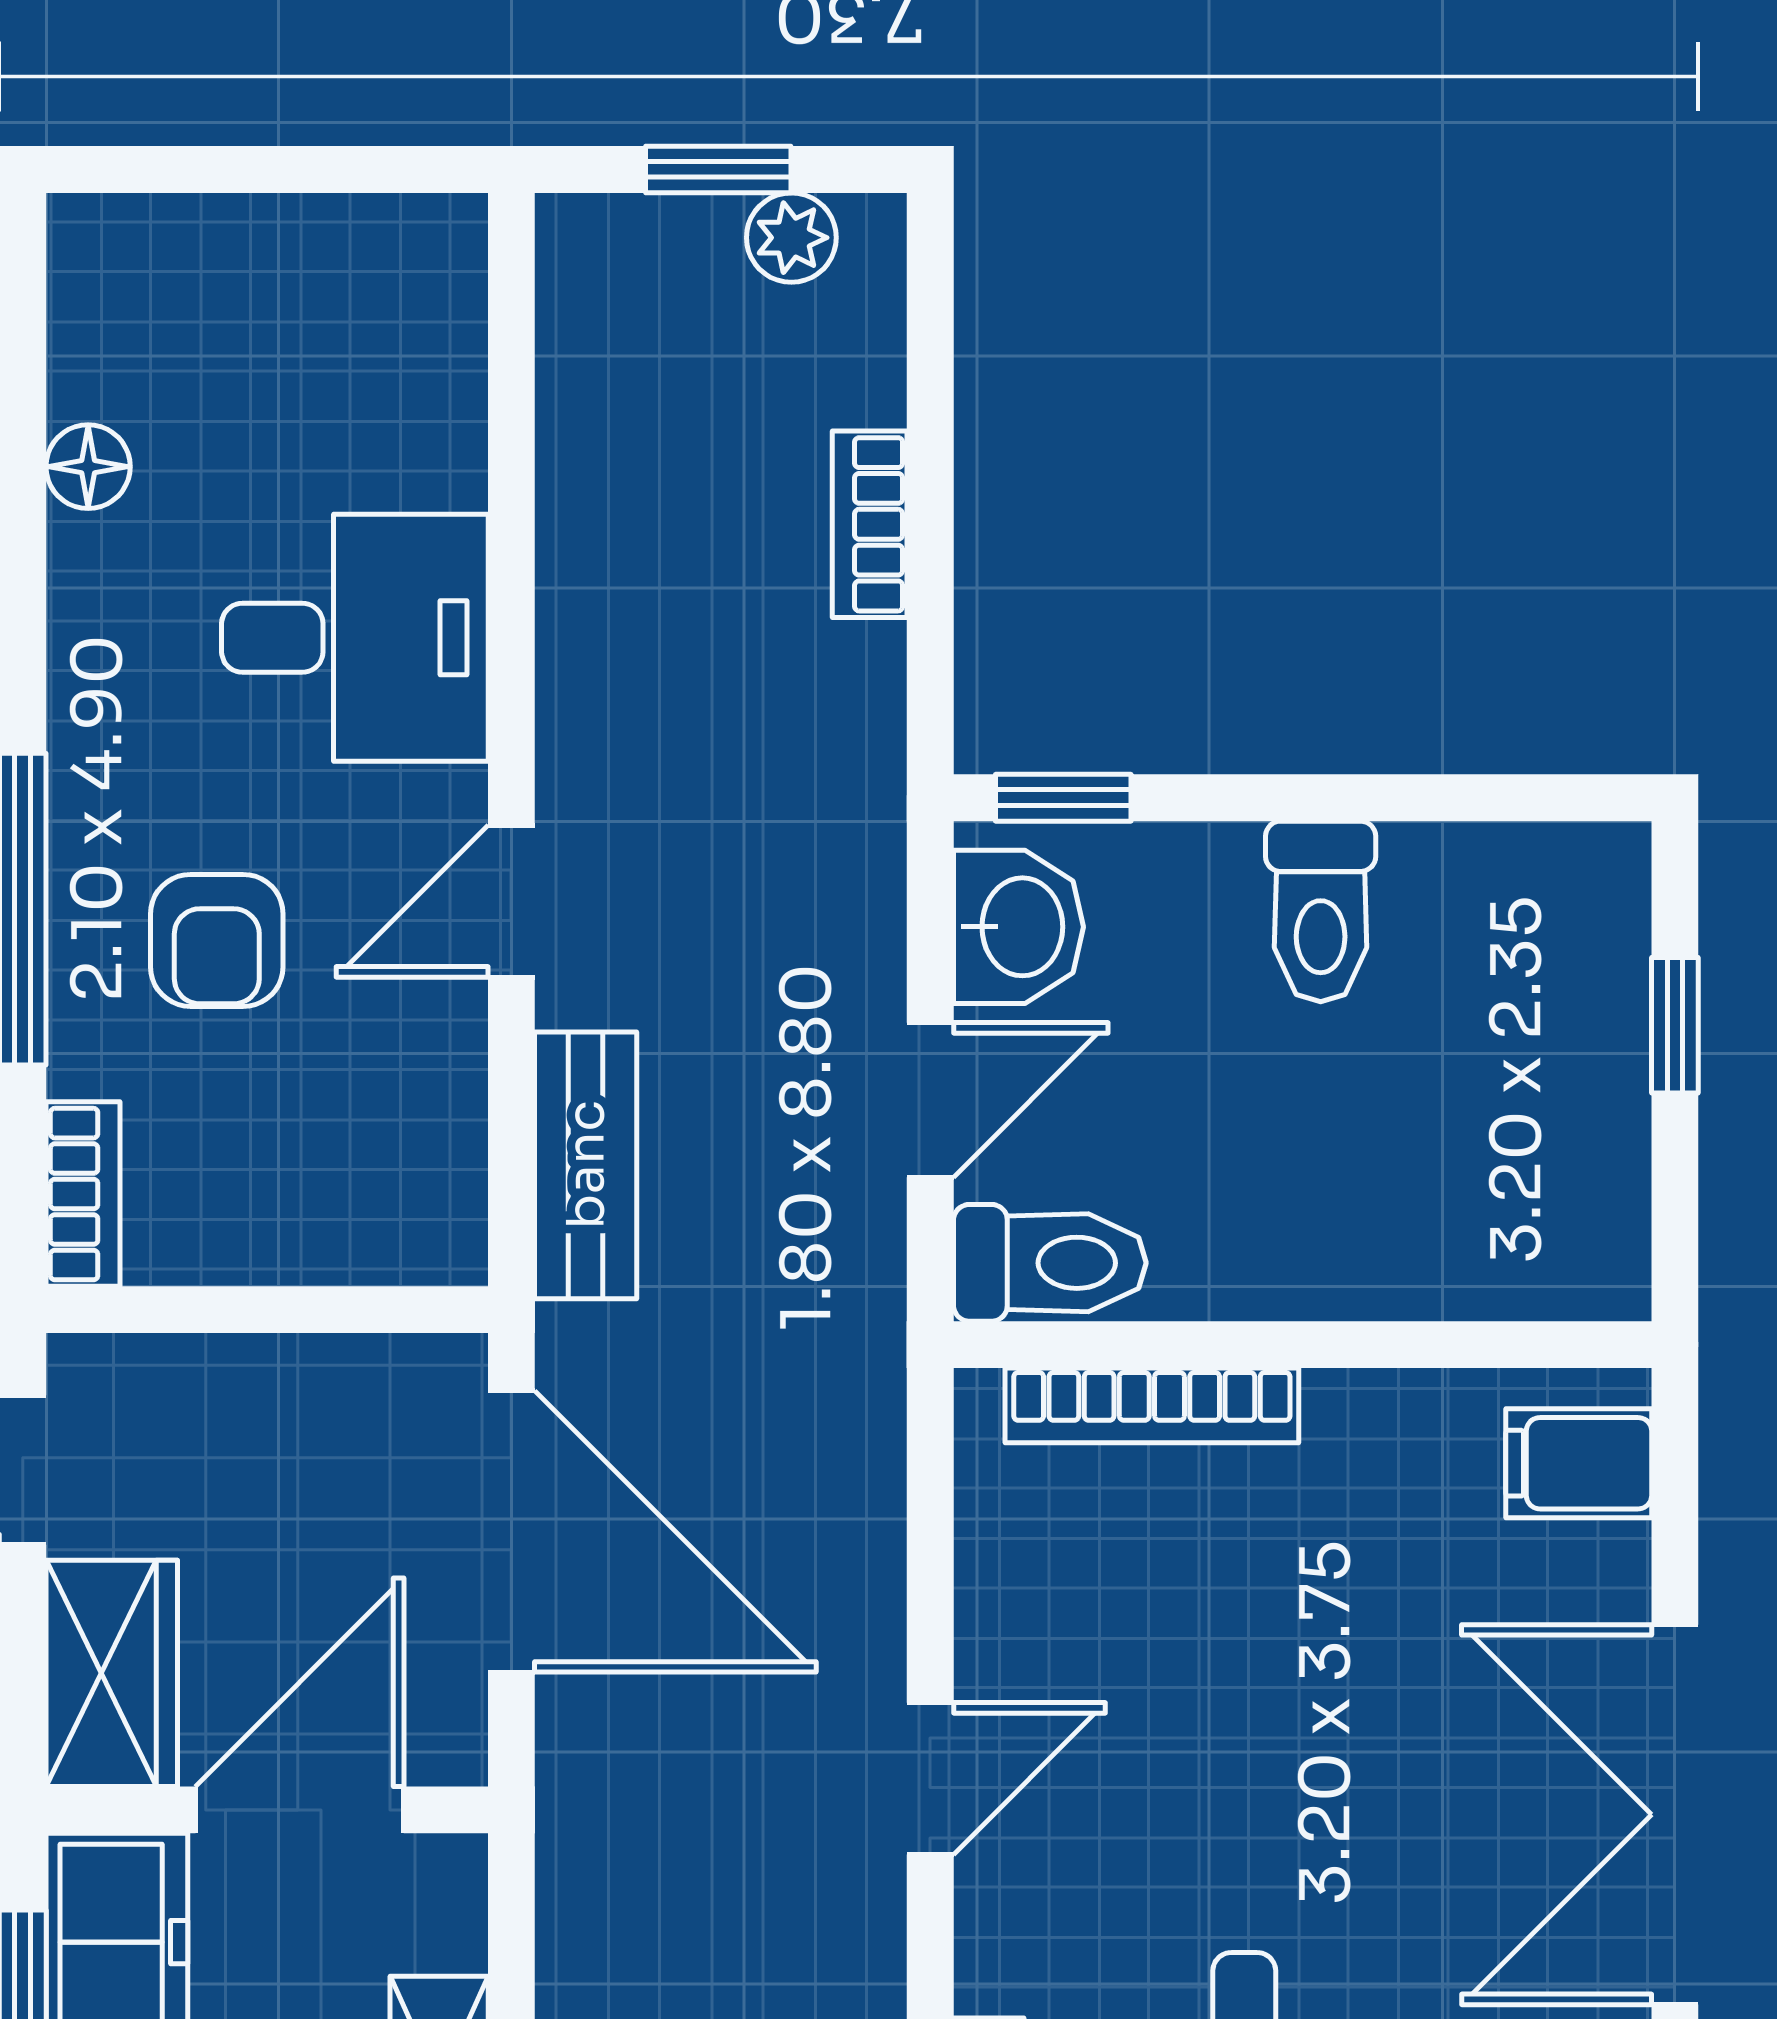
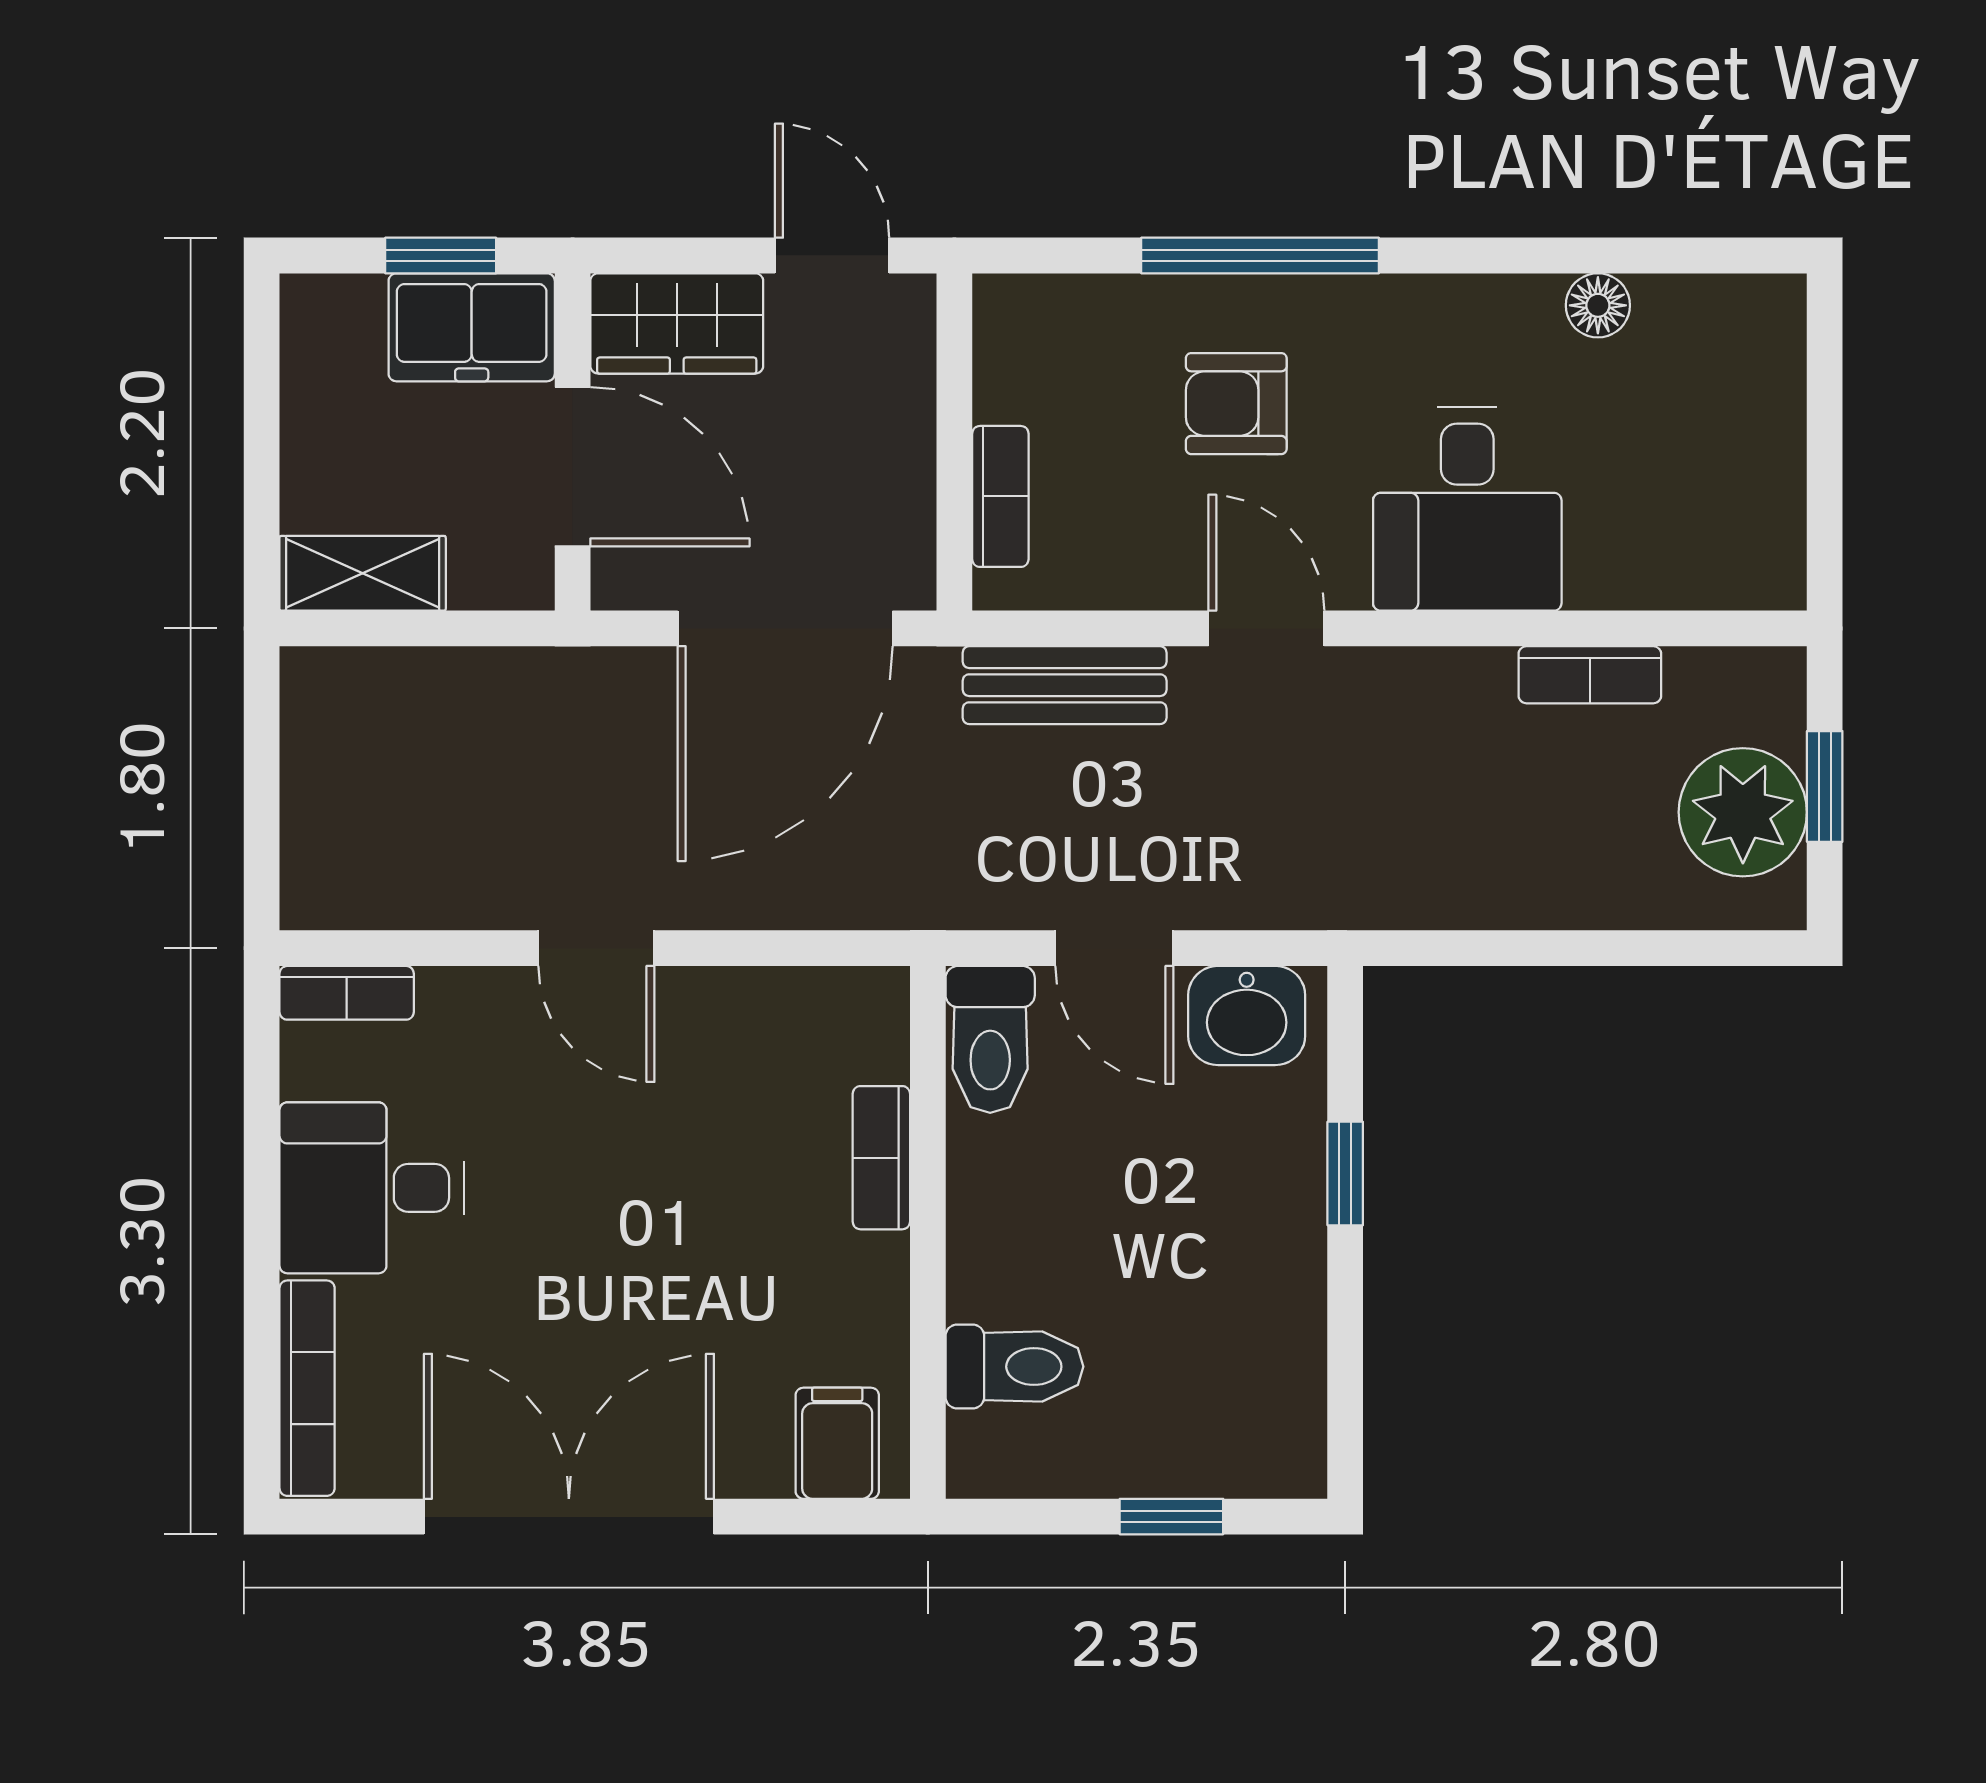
plant: (791, 238) -> (1743, 812), width x1.88, depth x1.88
bookcase: (870, 524) -> (1590, 675), moved, turned 180
window: (1063, 798) -> (1345, 1173), moved
toilet: (1321, 911) -> (1015, 1367), moved, turned 180
bookcase: (83, 1194) -> (1000, 496), moved, turned -90
bookcase: (1152, 1405) -> (881, 1158), width x0.64

